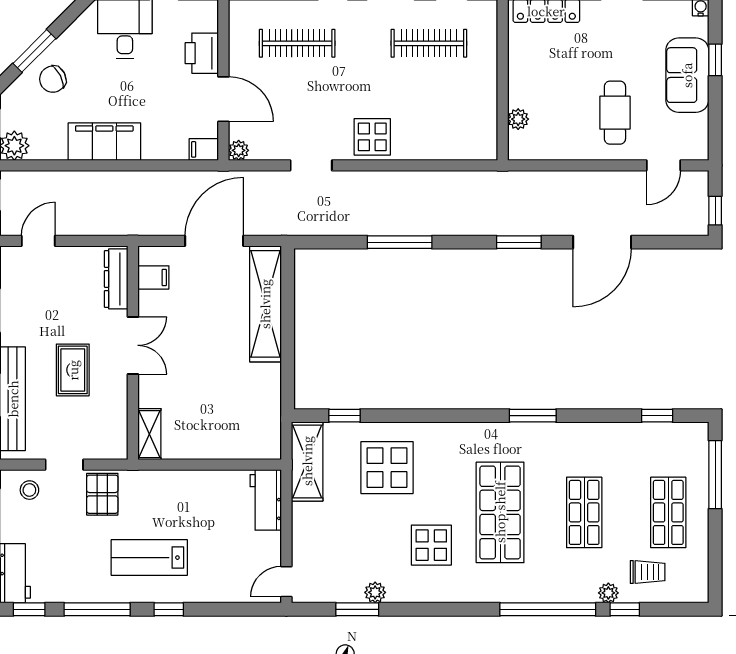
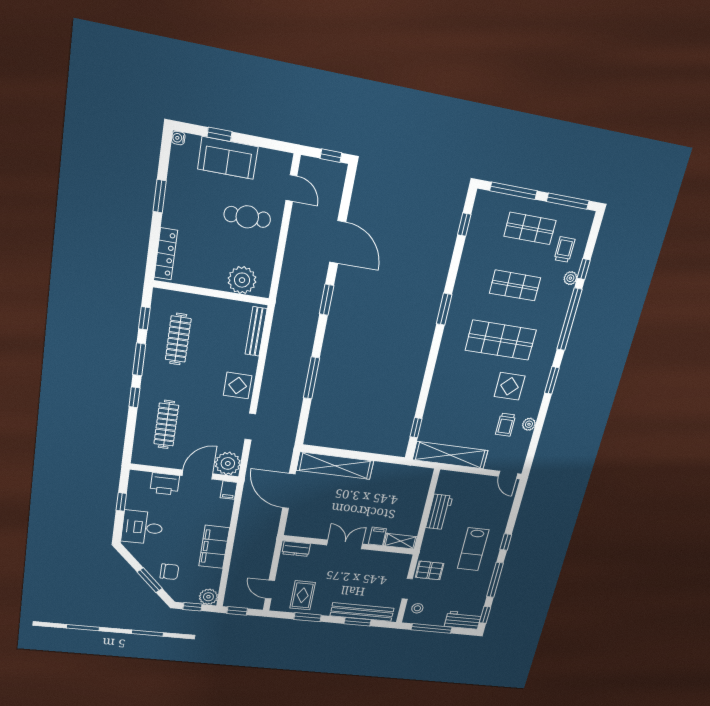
chair: (53, 79) -> (169, 572), turned -63
plant: (518, 119) -> (242, 280), width x1.88, depth x1.88
plant: (239, 150) -> (228, 463), width x1.87, depth x1.87
bench: (457, 150) -> (256, 331), added
filing cabinet: (153, 277) -> (377, 536), moved
dresser: (116, 279) -> (296, 549), width x0.70
rug: (73, 370) -> (303, 595), moved, turned 90
shelving: (307, 461) -> (450, 455), width x1.47
display table: (387, 468) -> (455, 406), removed
workbench: (266, 500) -> (439, 512), moved, turned -90
trolley: (369, 555) -> (506, 425), added
window: (715, 557) -> (568, 201), added
window: (357, 609) -> (552, 380), moved

